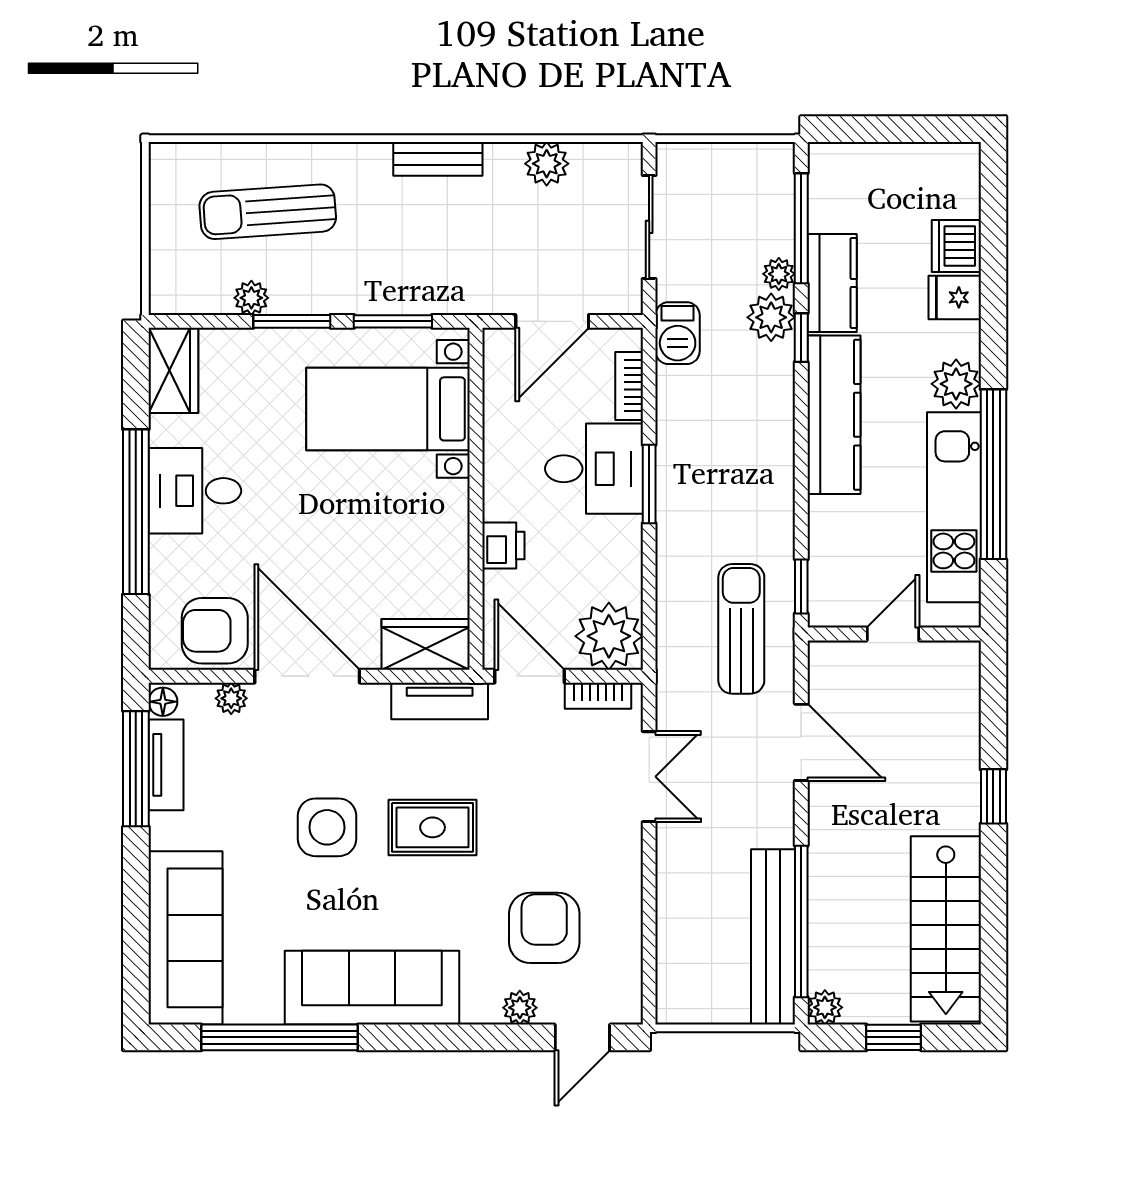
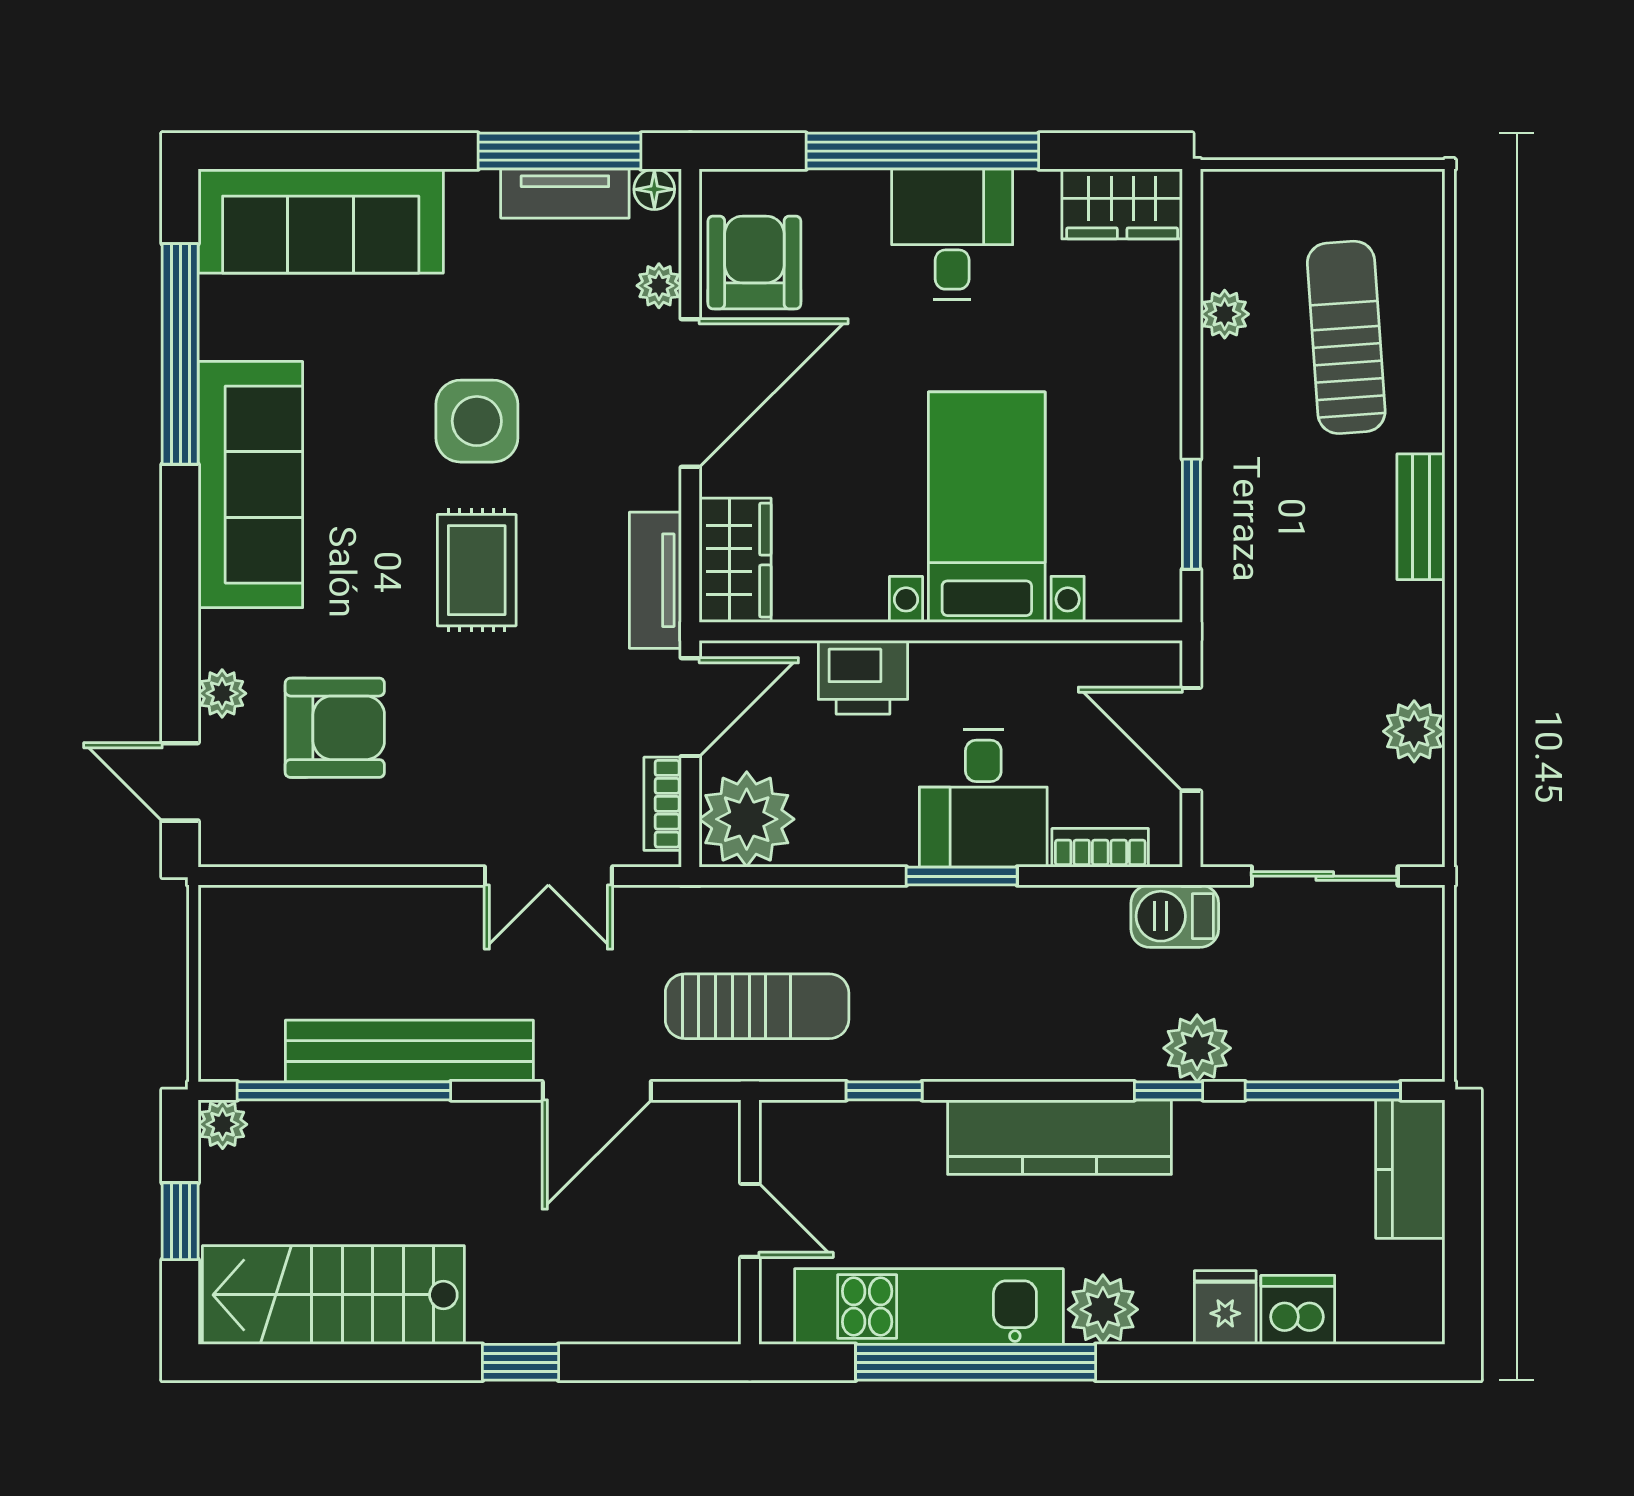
bench: (438, 159) -> (1421, 517), moved
plant: (779, 274) -> (1258, 1059), removed
kitchen counter: (832, 283) -> (1410, 1169), moved, turned 90
window: (292, 321) -> (1191, 371), removed
bed with nightstands: (388, 409) -> (987, 507), moved
printer: (503, 545) -> (863, 677), width x1.36, depth x1.24
window: (801, 586) -> (884, 1091), moved
bench: (773, 937) -> (409, 1051), moved

